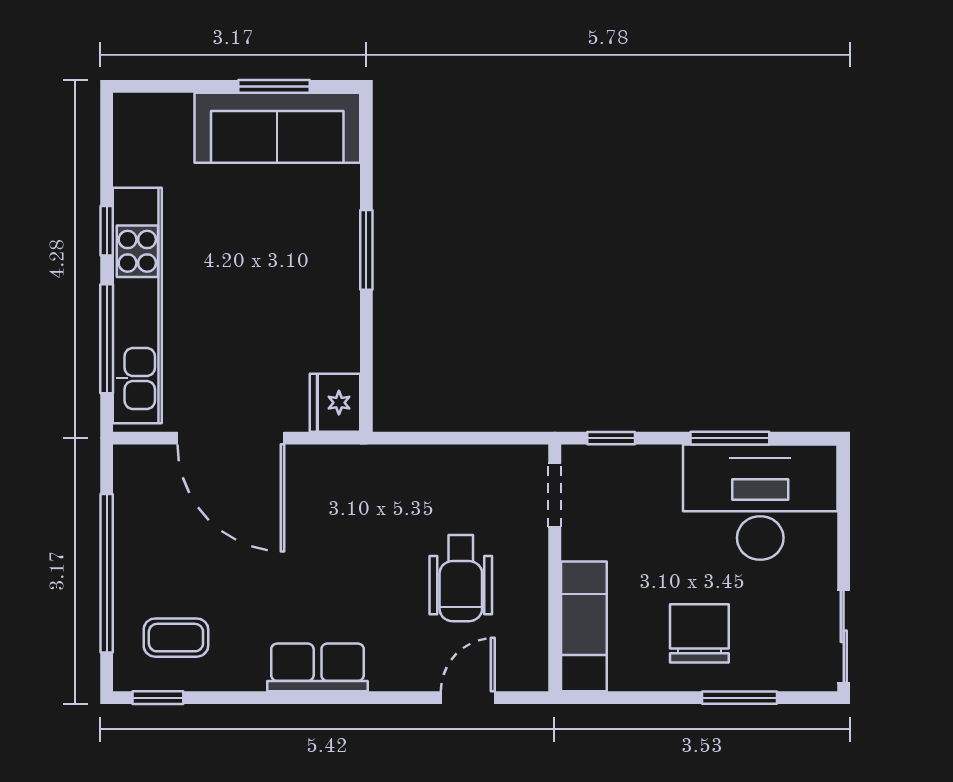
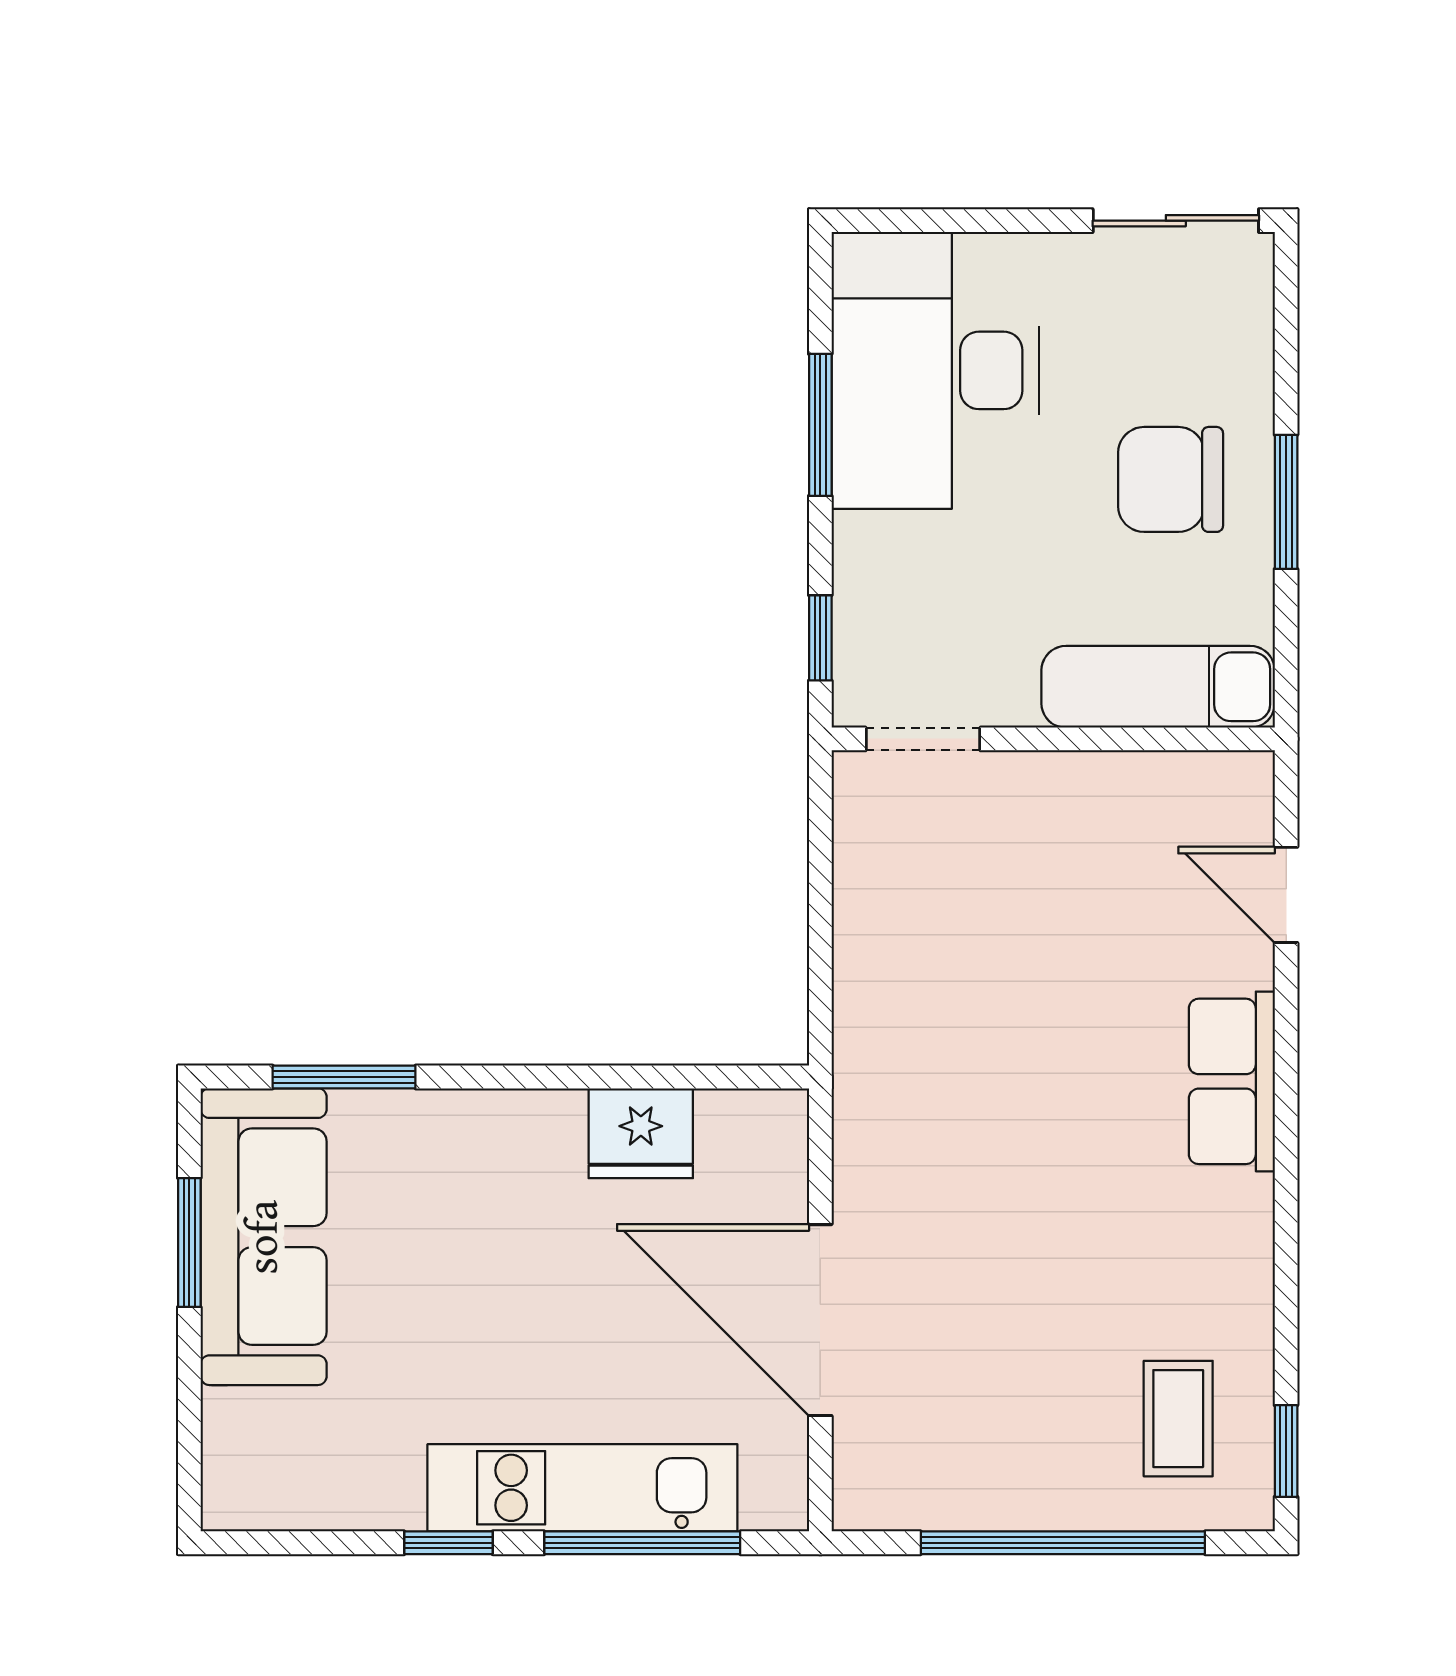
window: (366, 250) -> (344, 1077), moved
kitchen unit: (137, 305) -> (582, 1488), width x0.73
fridge: (335, 403) -> (641, 1133), moved
door: (231, 438) -> (820, 1320), swing flipped
wheelchair: (461, 578) -> (1072, 908), removed
row of seats: (318, 667) -> (1232, 1081), moved
window: (740, 698) -> (1286, 502), moved

